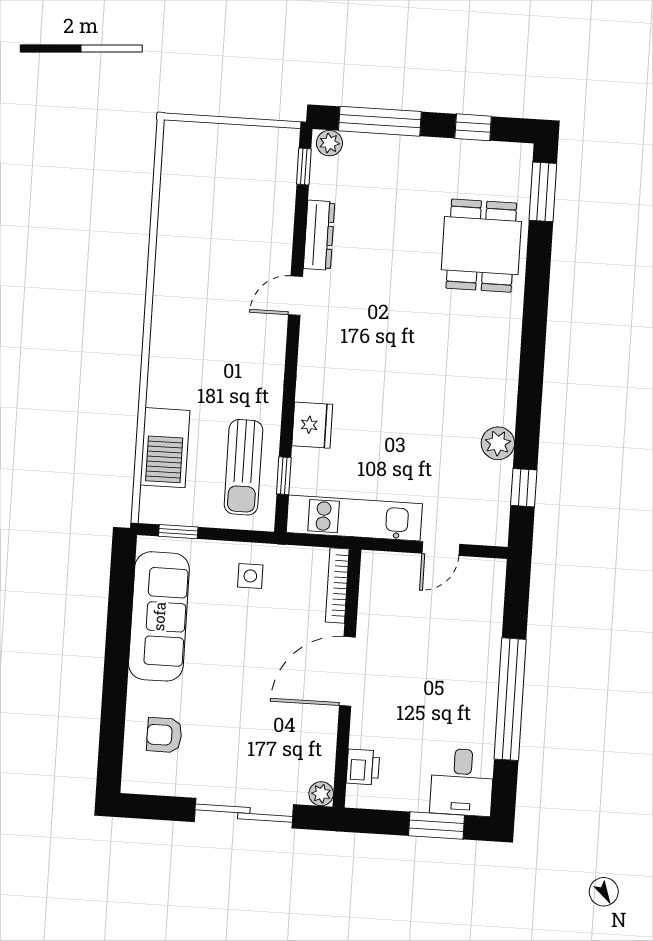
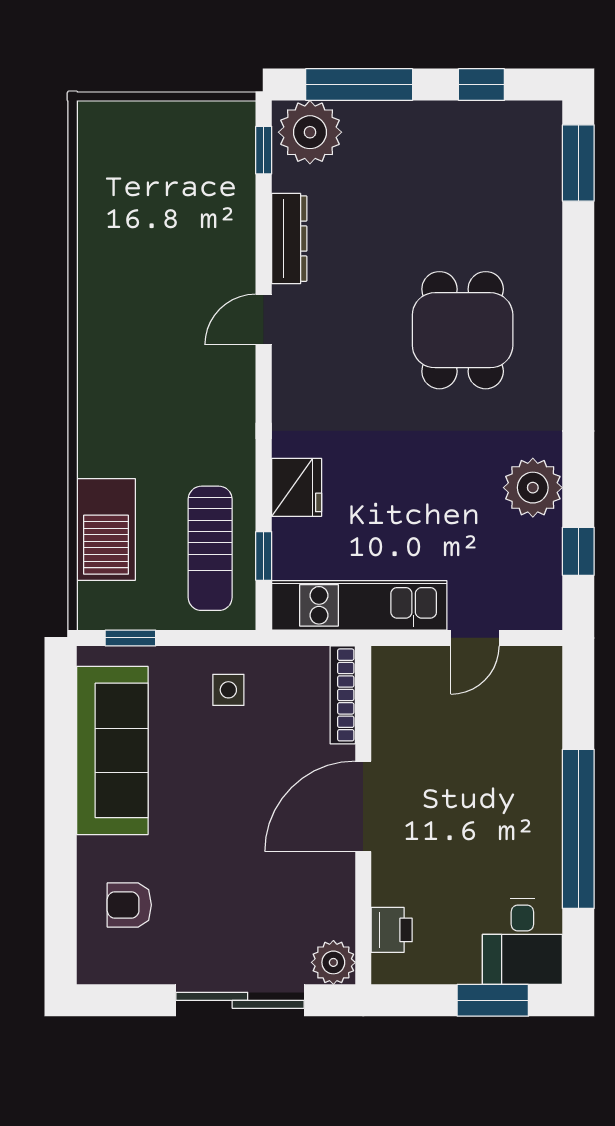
plant: (329, 143) -> (310, 132), width x1.87, depth x1.87
dining table: (481, 246) -> (463, 330), moved
plant: (498, 443) -> (533, 488), width x1.36, depth x1.36
plant: (321, 794) -> (333, 962), width x1.38, depth x1.38

